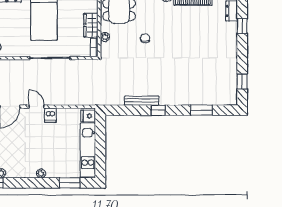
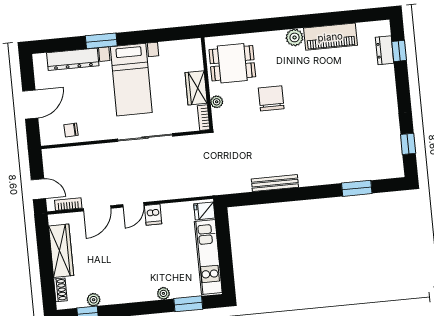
window: (242, 26) -> (399, 51), moved
chair: (145, 38) -> (271, 98), width x1.87, depth x1.87
door: (37, 107) -> (133, 205), swing flipped
window: (158, 110) -> (298, 194), removed
plant: (41, 174) -> (163, 293), moved

